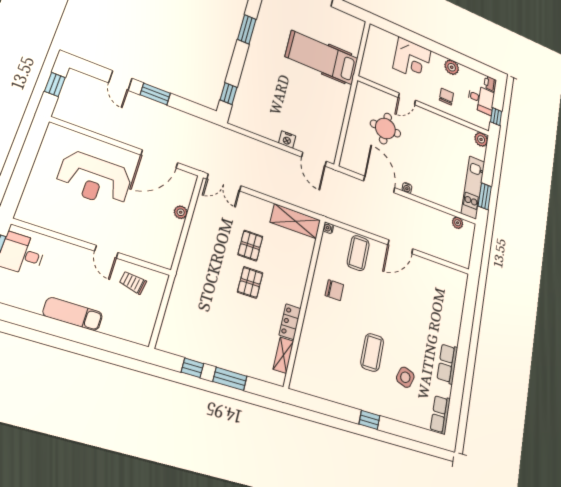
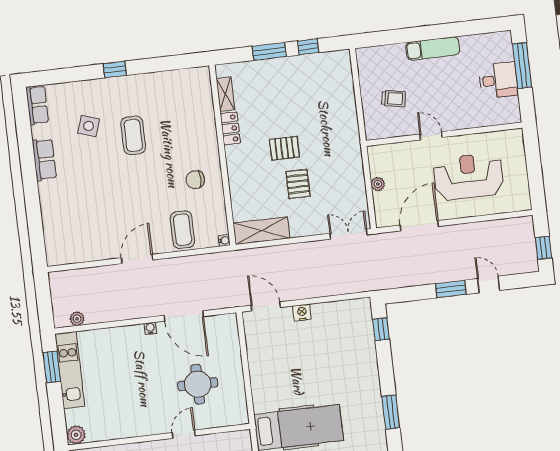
wall: (93, 248) -> (444, 134), moved
door: (106, 252) -> (431, 136), moved
pallet: (250, 282) -> (284, 148), turned 90

